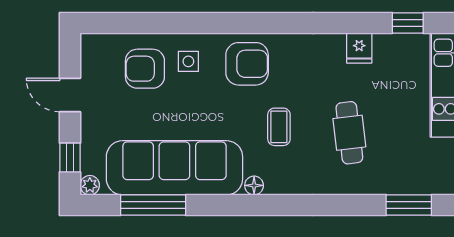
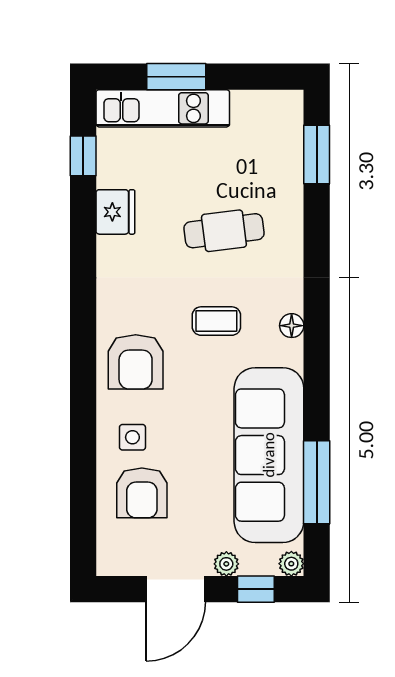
fridge: (359, 48) -> (115, 212), width x1.38
armchair: (247, 64) -> (136, 362), turned 180
door: (70, 95) -> (176, 589), width x1.38
plant: (90, 135) -> (226, 564), added
floor lamp: (254, 185) -> (292, 326), moved

